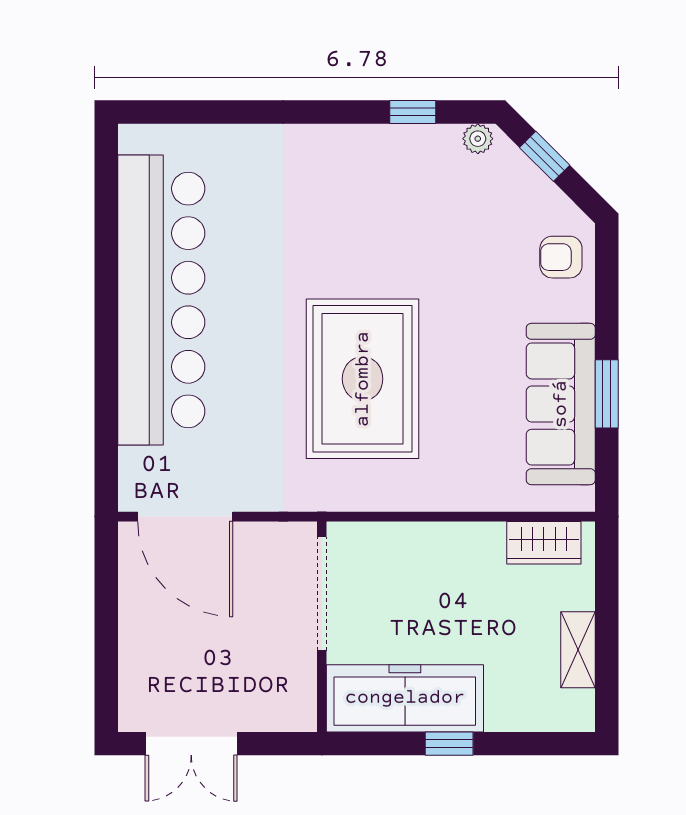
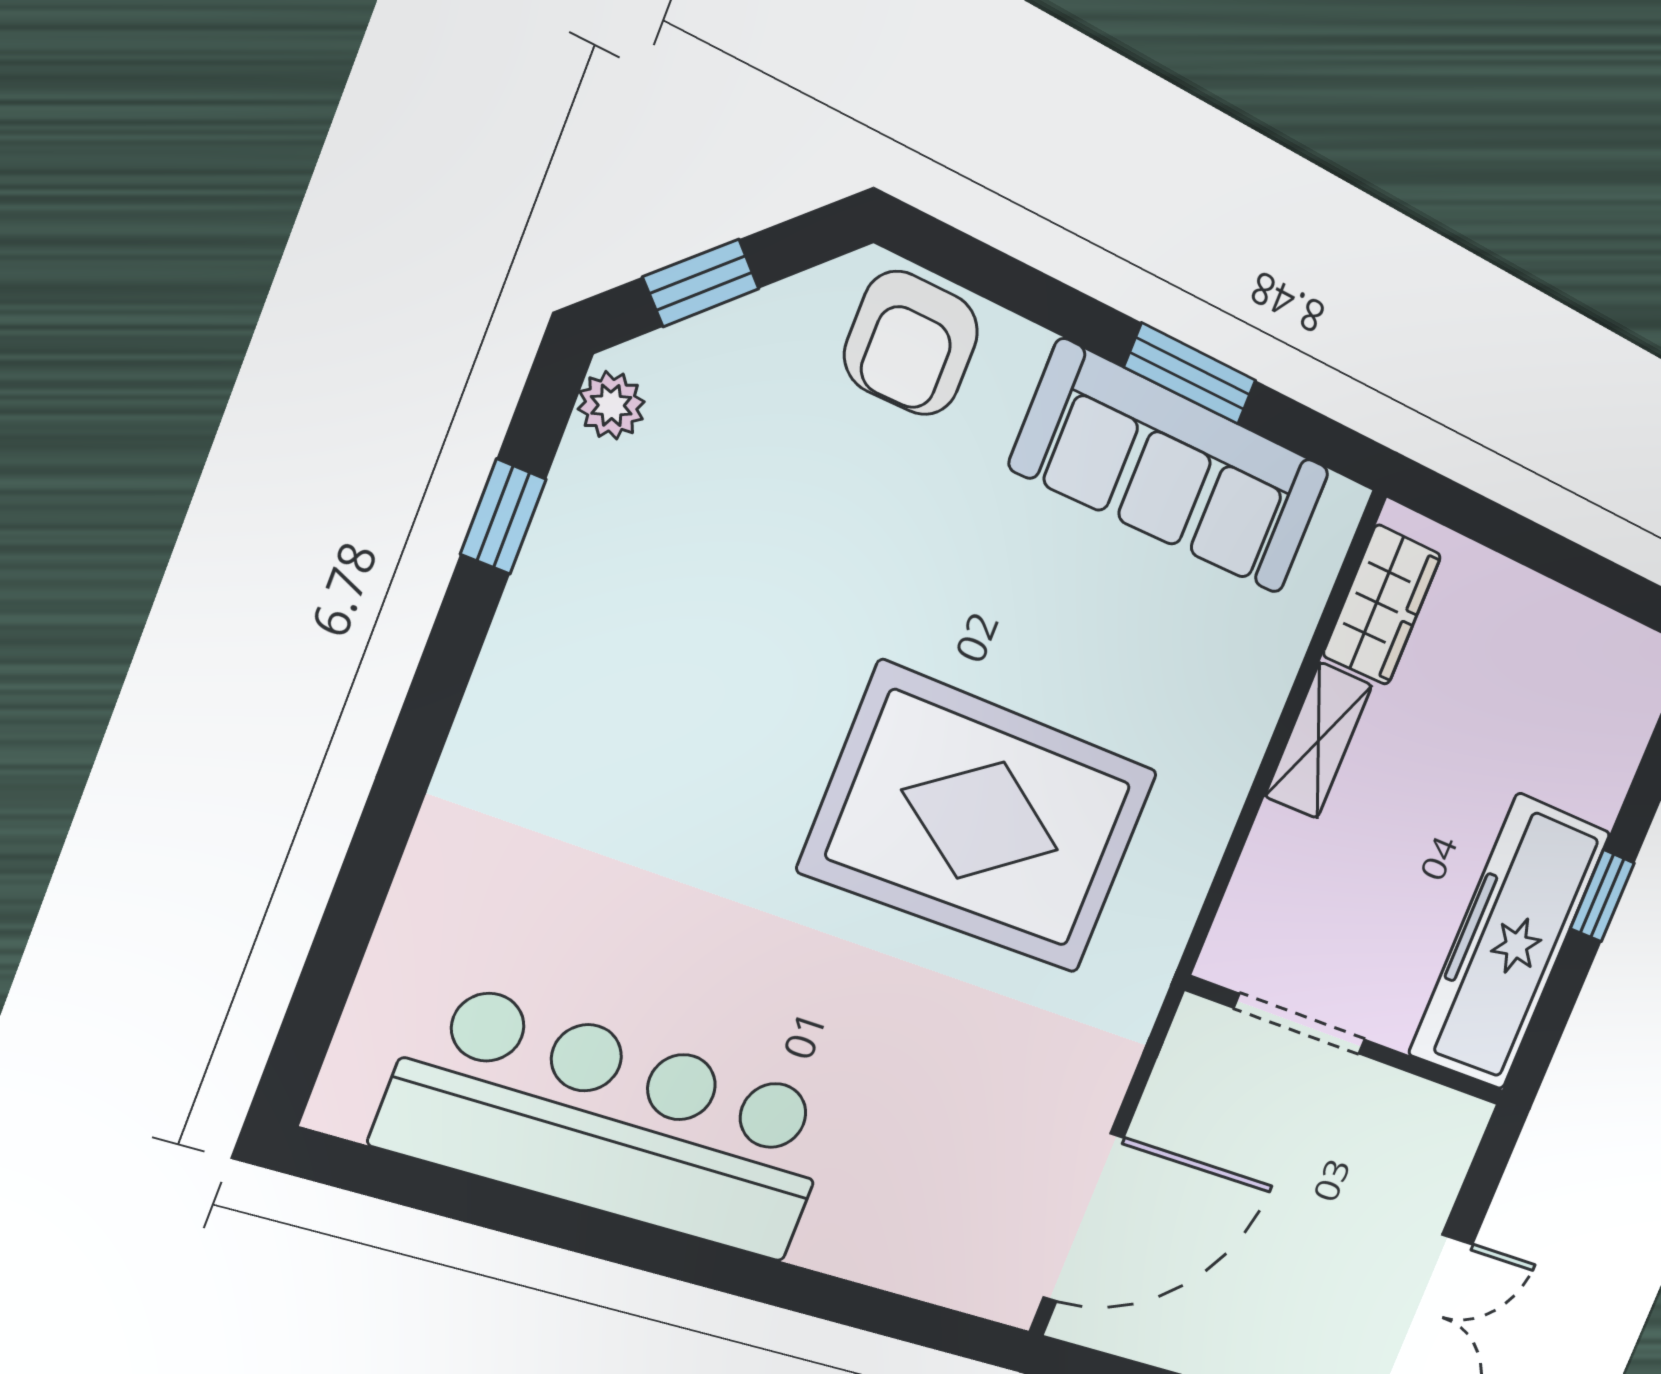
armchair: (561, 257) -> (911, 343), width x1.38, depth x1.38
bar counter: (161, 300) -> (614, 1124), width x0.73
doorway: (322, 594) -> (1300, 1024), width x0.73
shelving: (578, 650) -> (1318, 741), moved, turned 90

